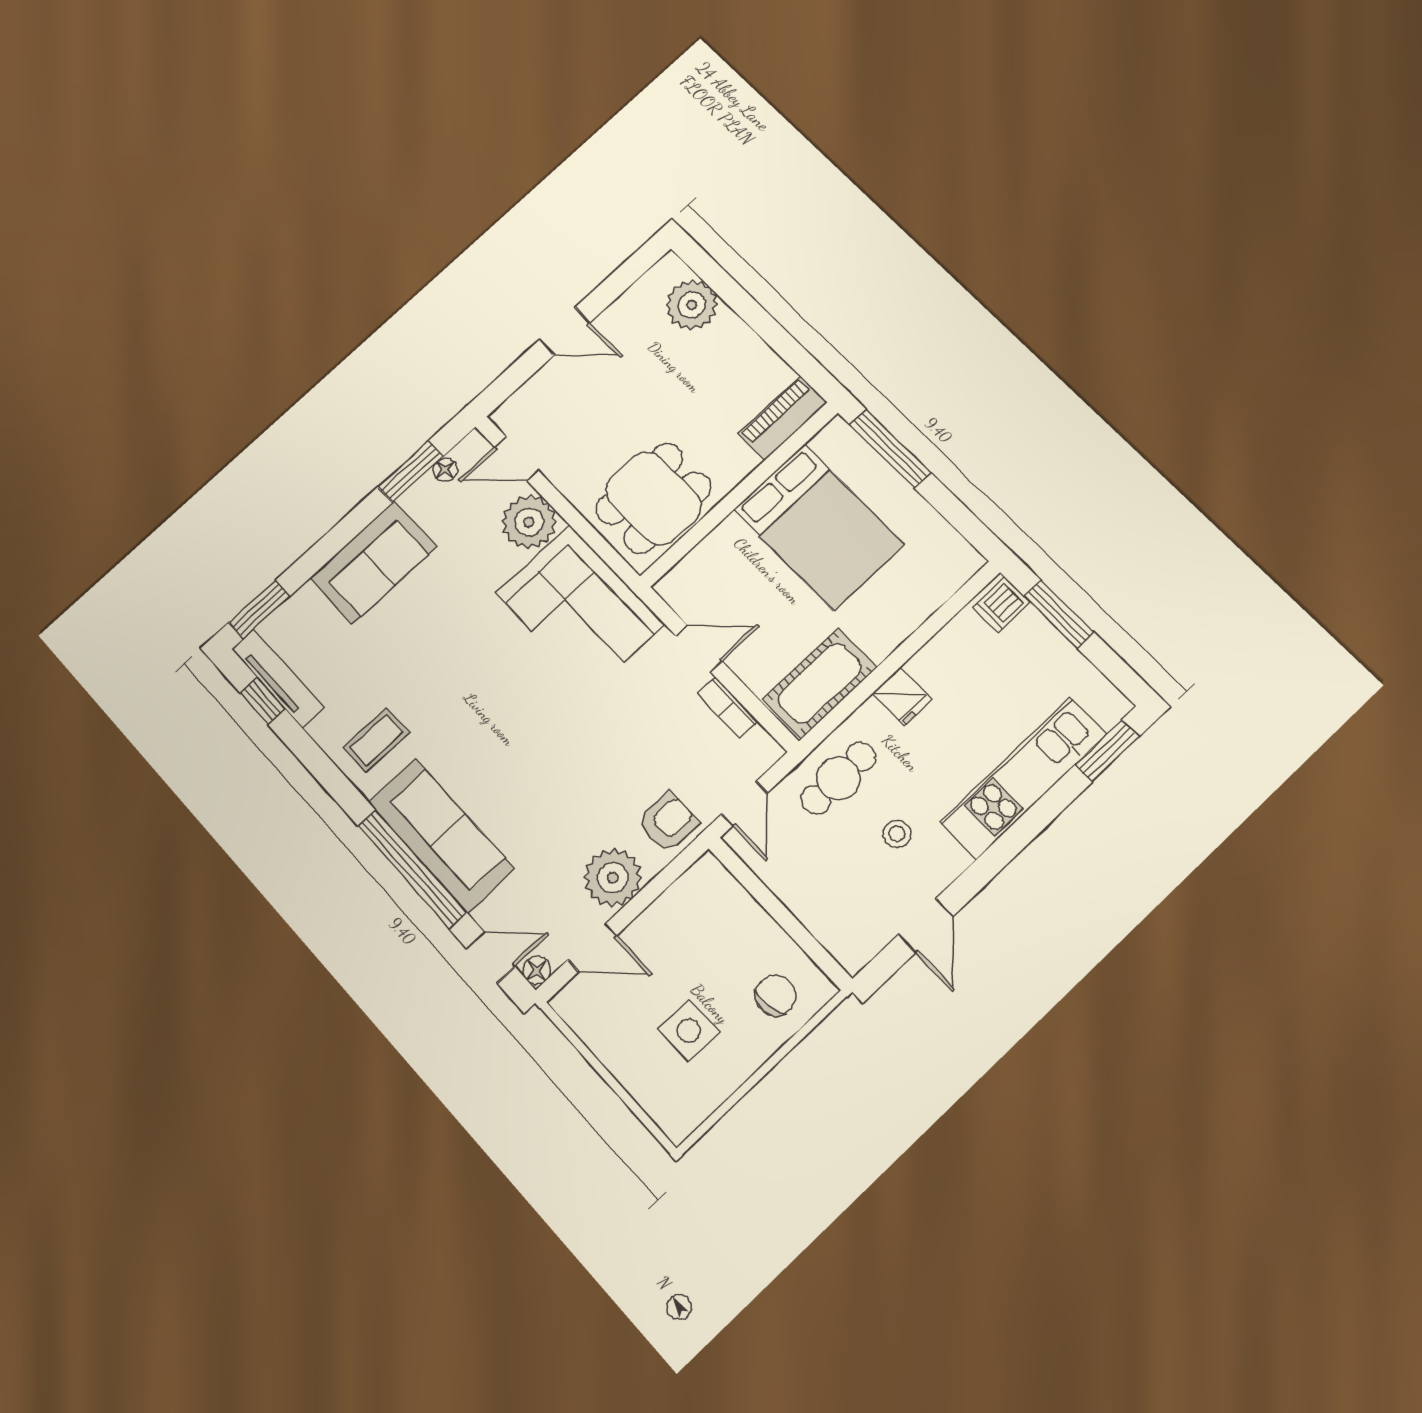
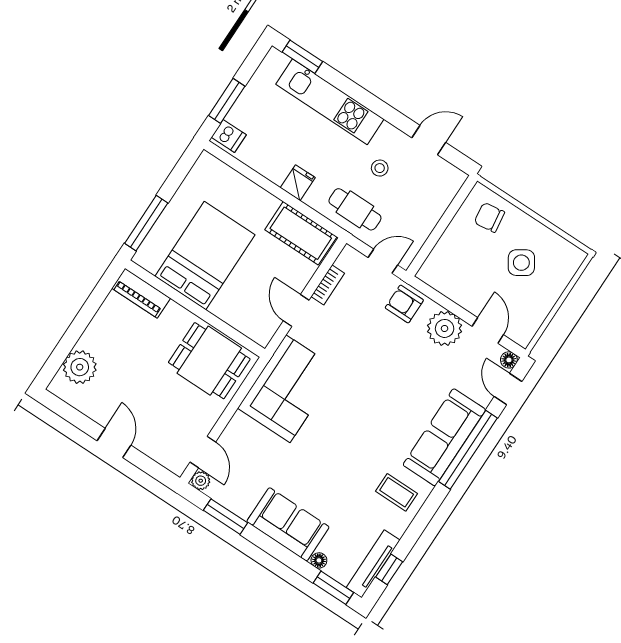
floor lamp: (445, 470) -> (319, 560), moved
plant: (529, 522) -> (201, 481), moved, width x0.53, depth x0.53
side table: (689, 1030) -> (521, 263), turned -33

